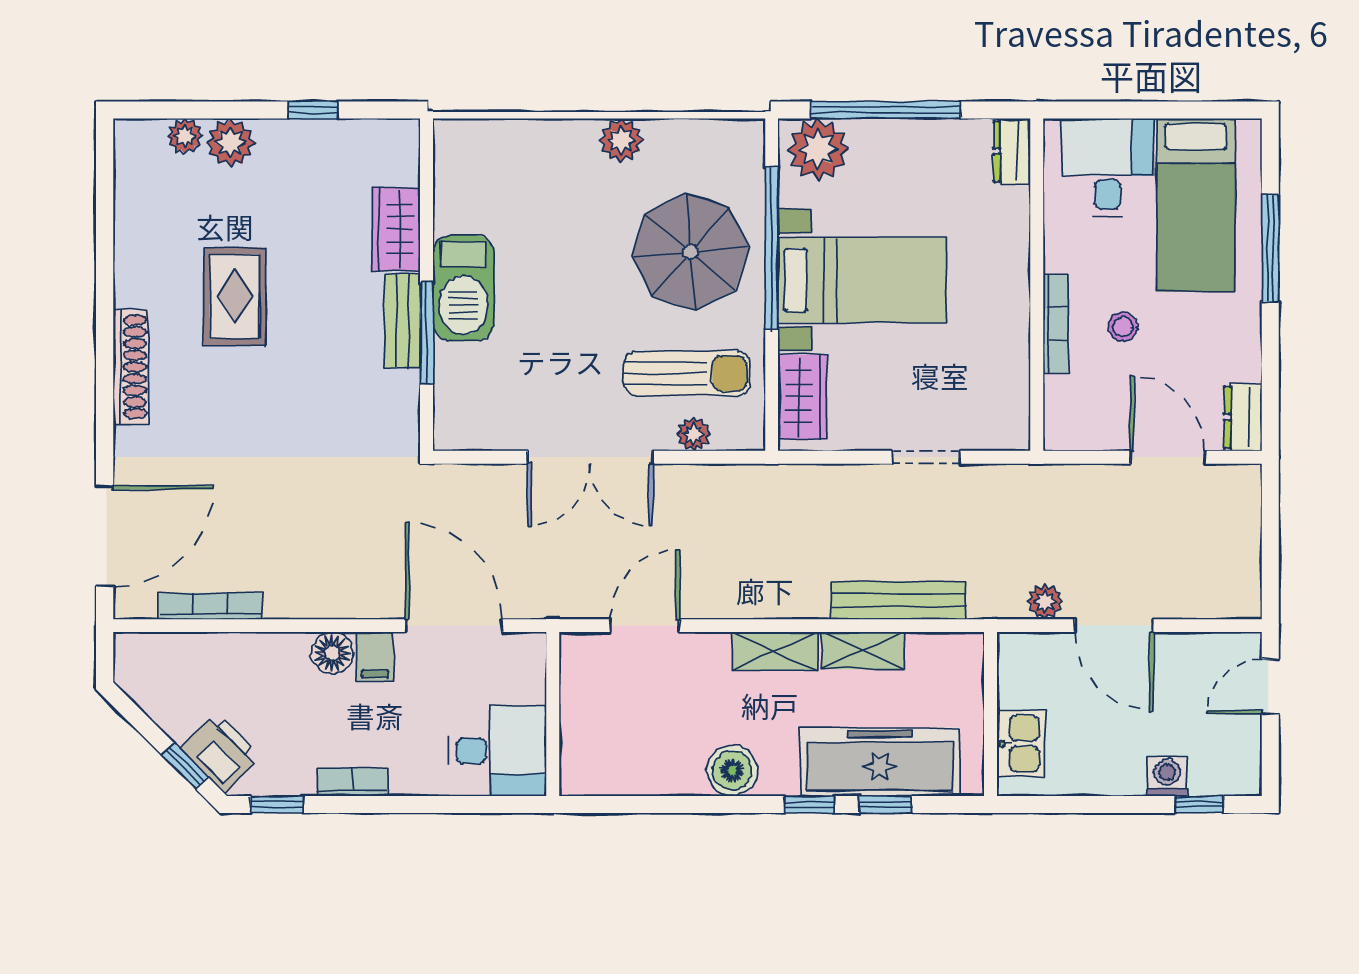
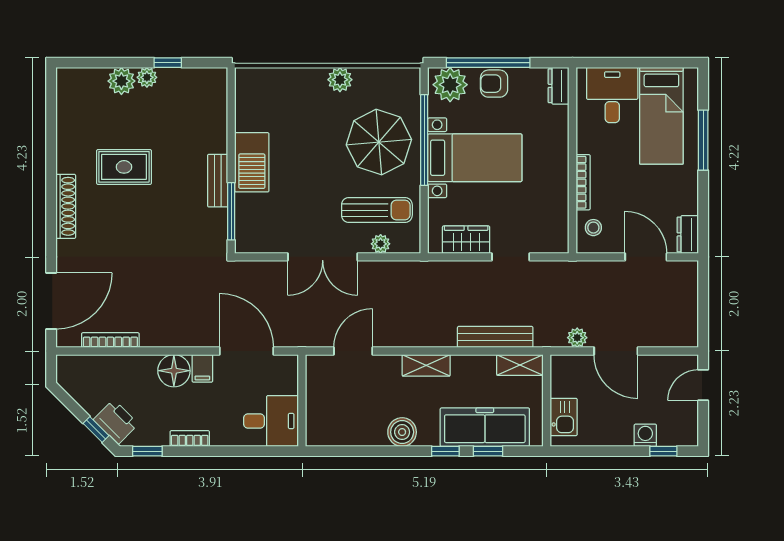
plant: (185, 136) -> (147, 77), moved
armchair: (897, 147) -> (494, 84), added
wardrobe: (396, 229) -> (214, 129), removed
rug: (235, 296) -> (124, 167), turned 90
stool: (1123, 327) -> (593, 228), moved
window: (427, 333) -> (231, 211), moved
wardrobe: (802, 397) -> (466, 240), moved, turned -90
shelving: (863, 651) -> (520, 365), moved
floor lamp: (332, 653) -> (174, 371), width x1.38, depth x1.38

